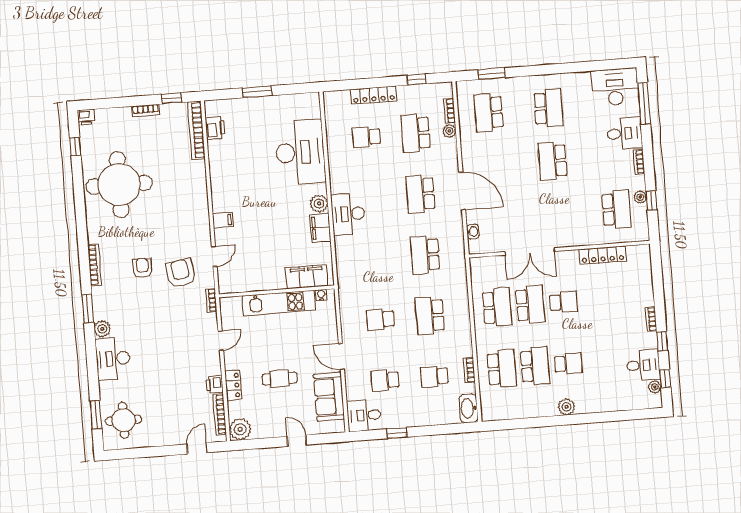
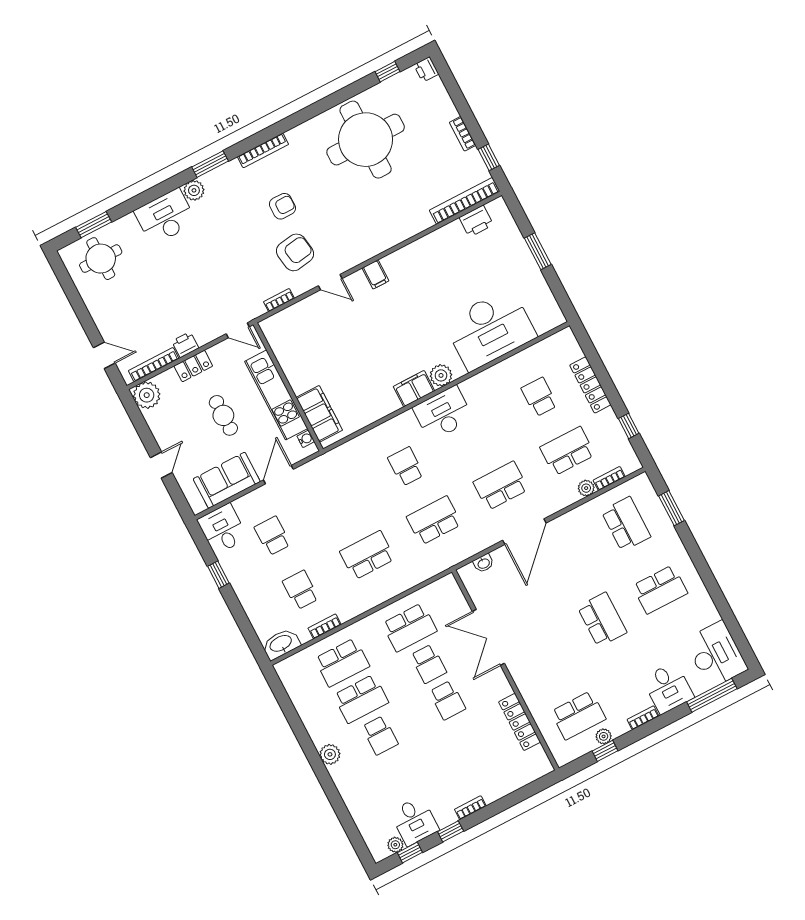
school desk: (489, 113) -> (626, 524), turned 90
school desk: (553, 161) -> (602, 620), turned 90
filing cabinet: (307, 277) -> (319, 414), moved
wall: (277, 291) -> (288, 387), moved
water cooler: (321, 295) -> (306, 439), moved
kitchen unit: (279, 303) -> (276, 395), moved
school desk: (530, 305) -> (428, 664), width x0.54
school desk: (380, 319) -> (406, 466), moved

